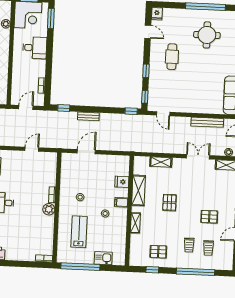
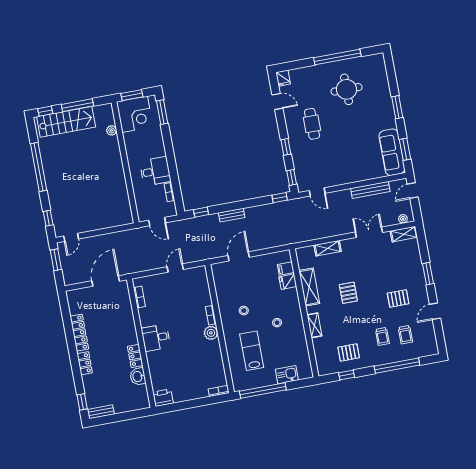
desk: (35, 48) -> (155, 171), moved
door: (26, 107) -> (157, 222), swing flipped
filing cabinet: (121, 202) -> (286, 269), moved

